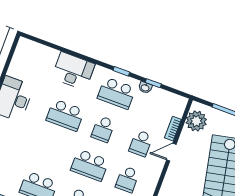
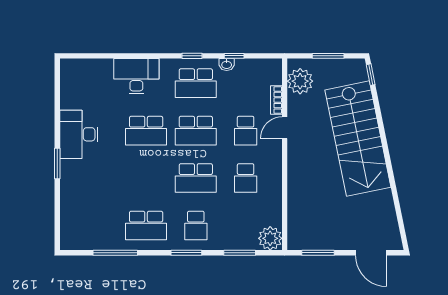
school desk: (103, 129) -> (196, 131), width x1.85

